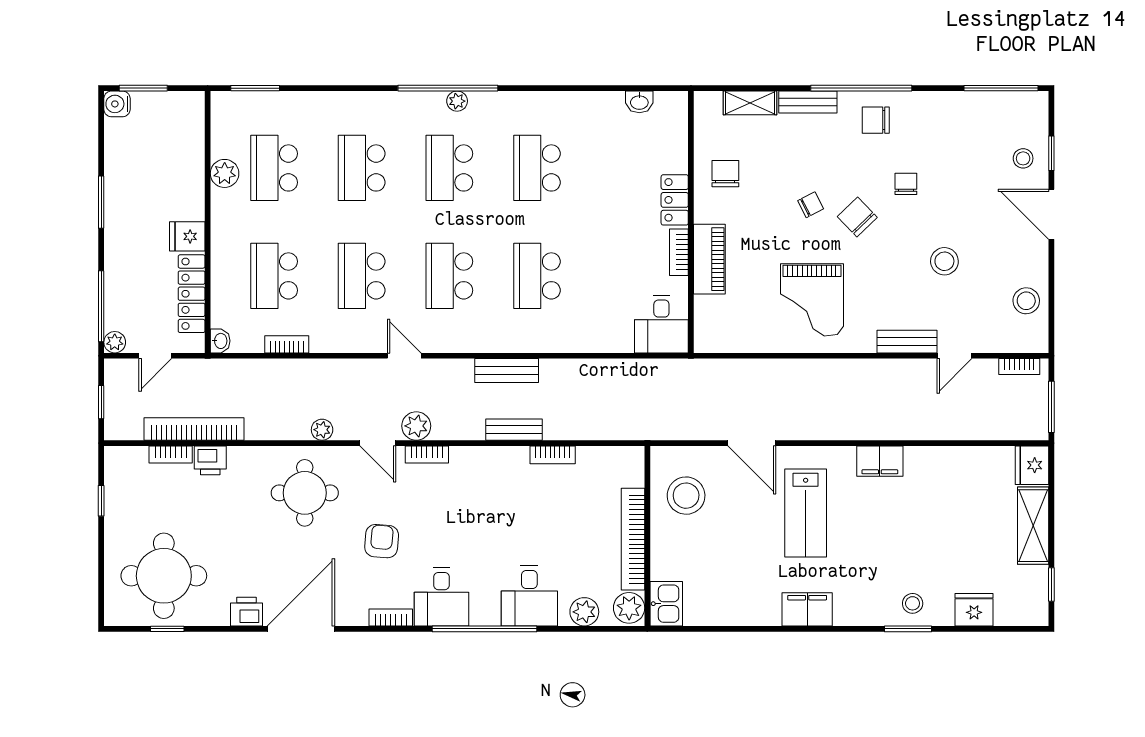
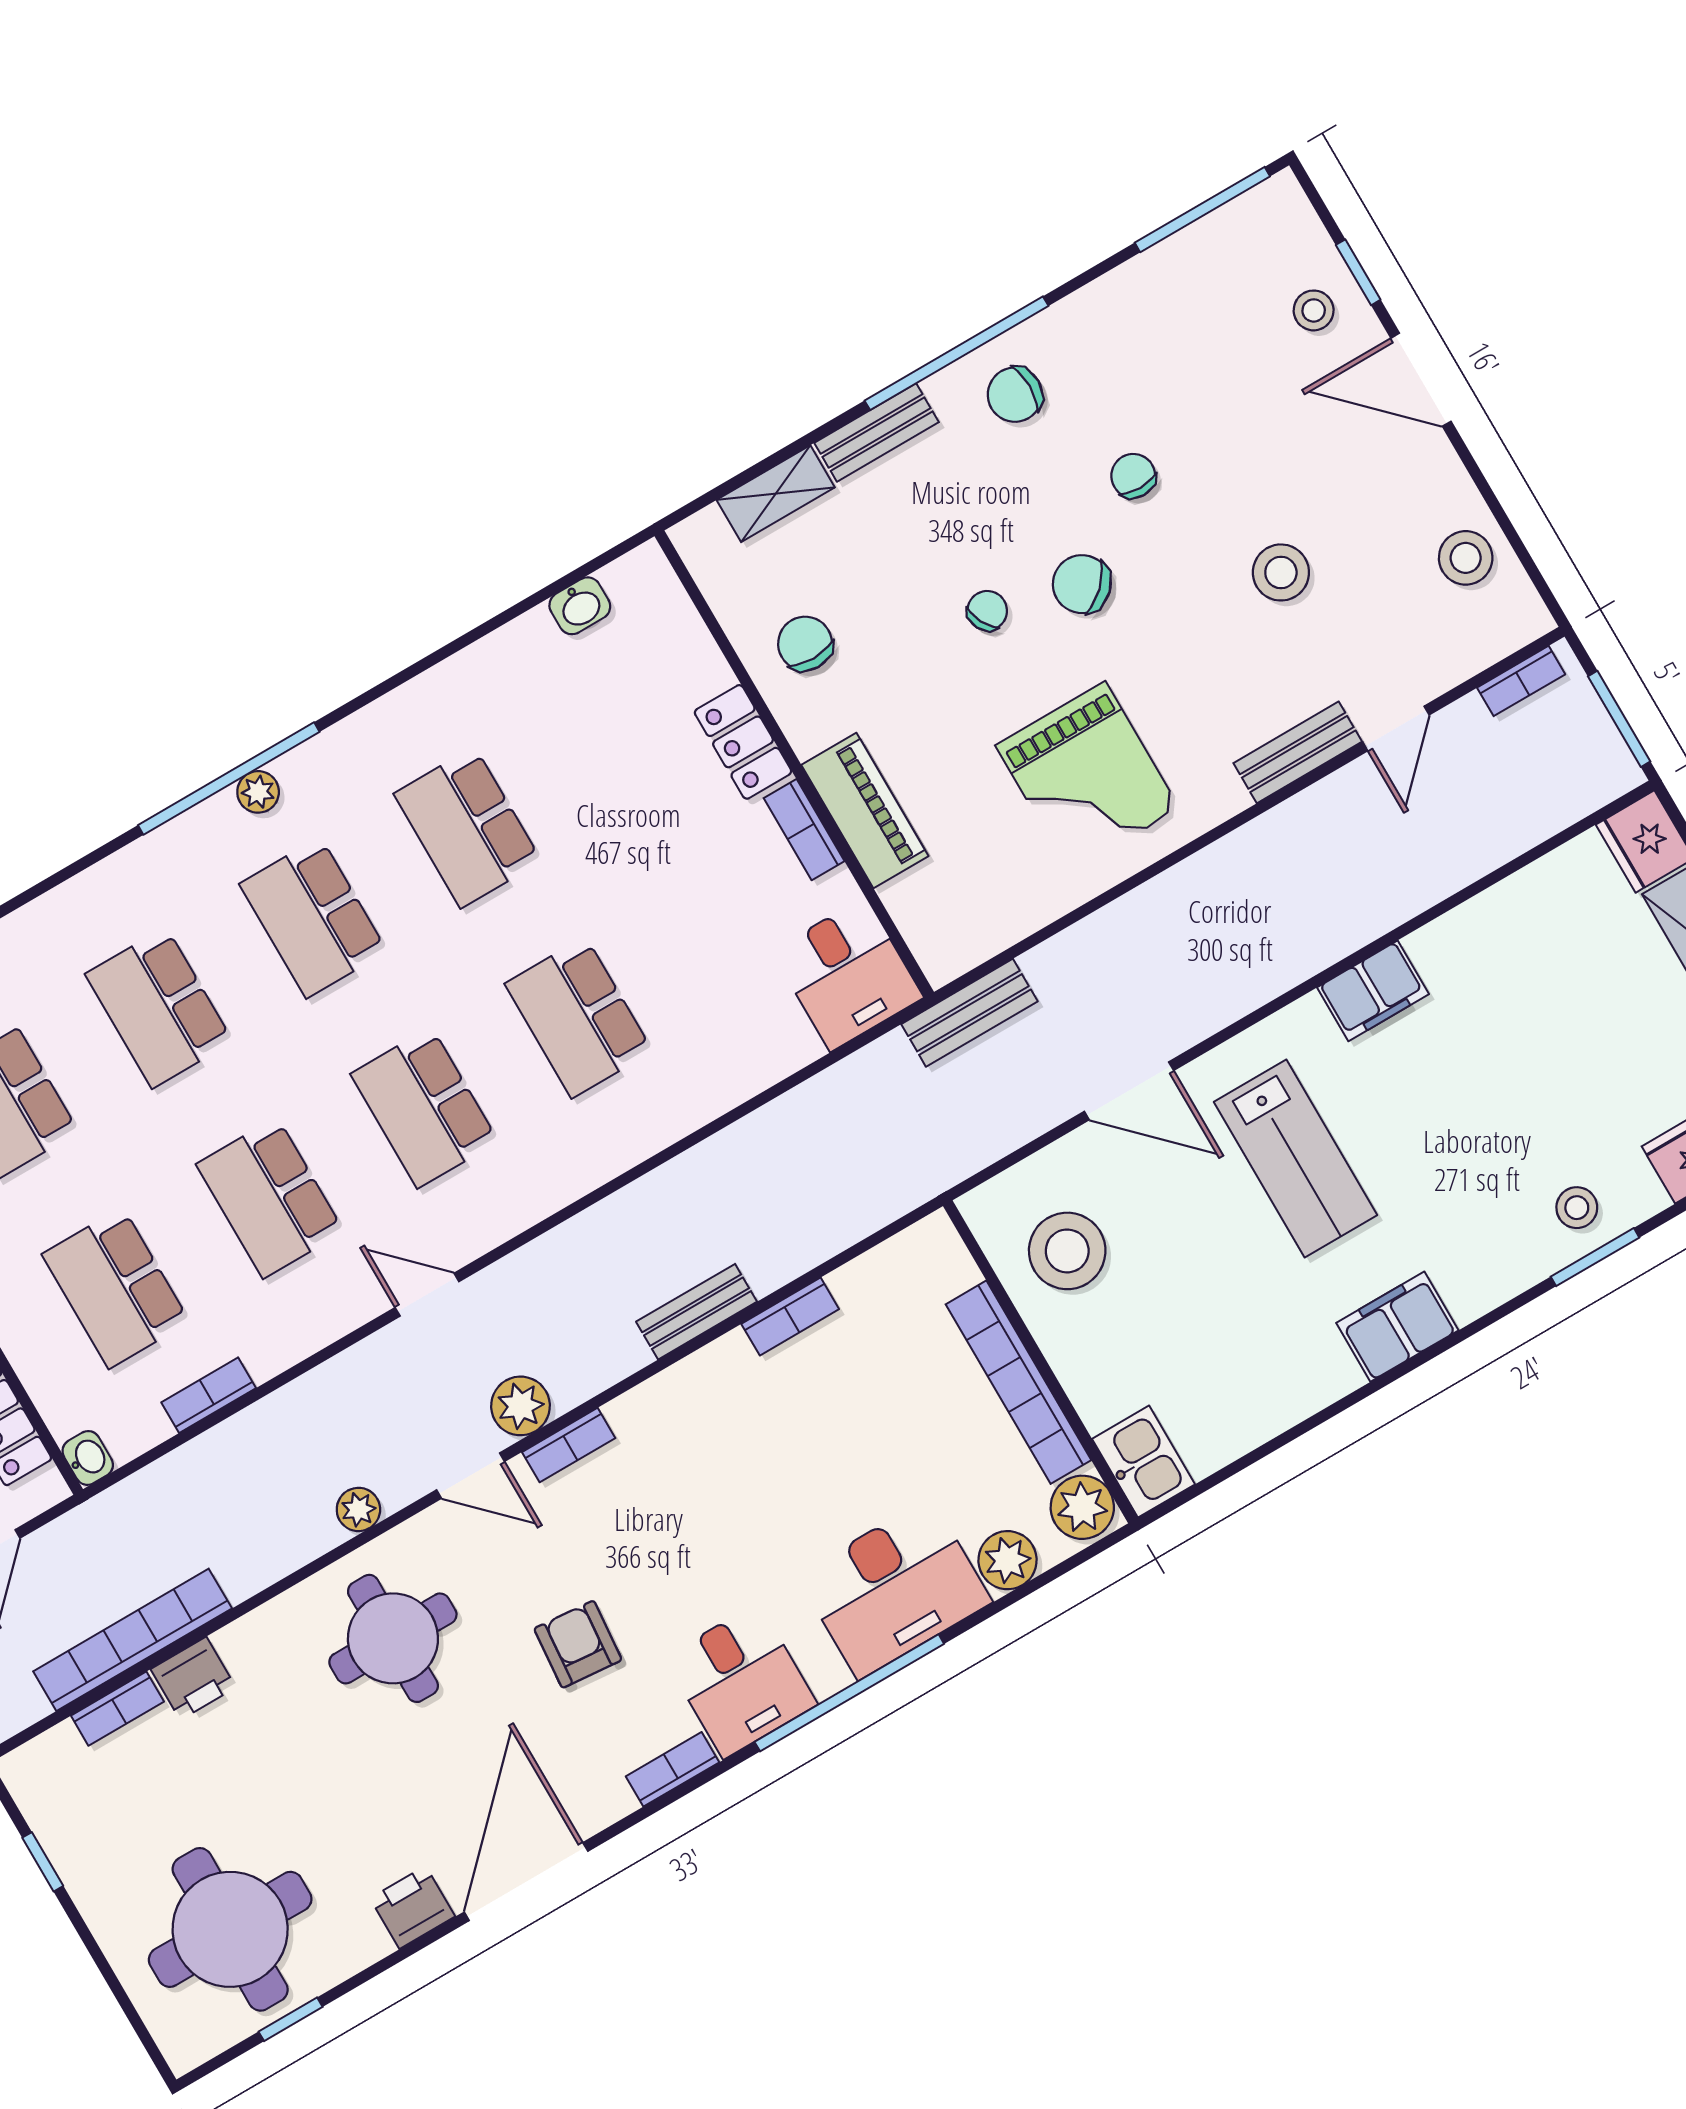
bench: (507, 371) -> (969, 1013), moved
desk: (529, 596) -> (894, 1589), width x1.37

